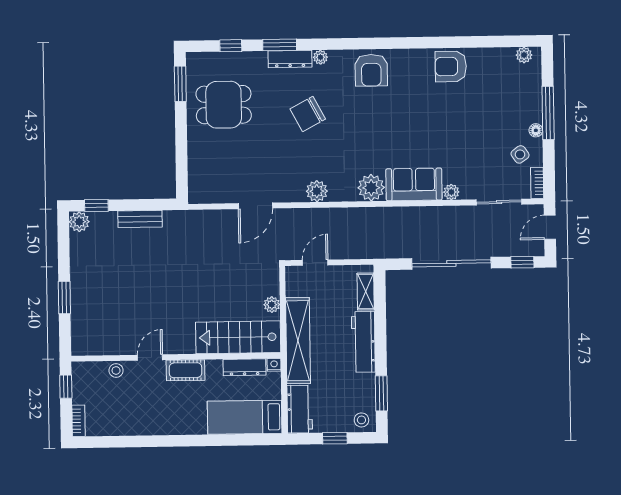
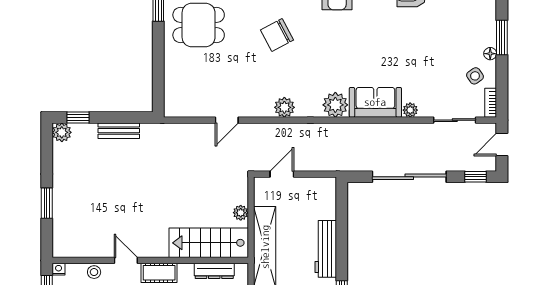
window: (548, 113) -> (502, 37), width x0.69
door: (255, 206) -> (227, 120), width x0.73
shelving: (366, 291) -> (329, 202), removed
door: (150, 358) -> (126, 260), hinge flipped
nightstand: (274, 365) -> (59, 269), moved

